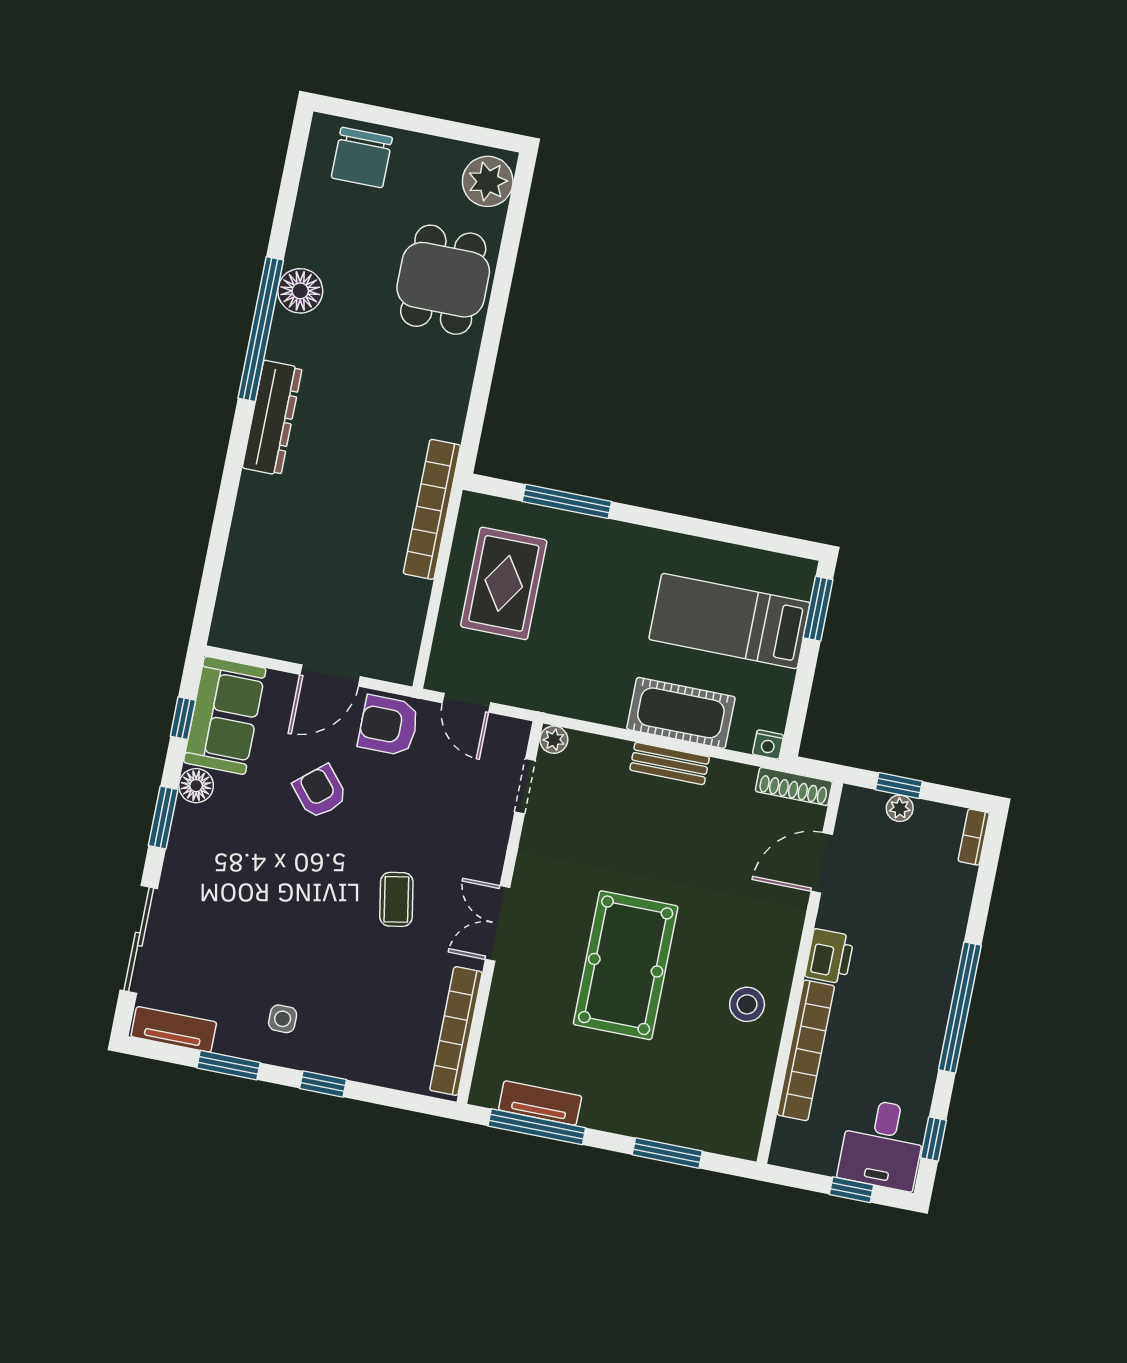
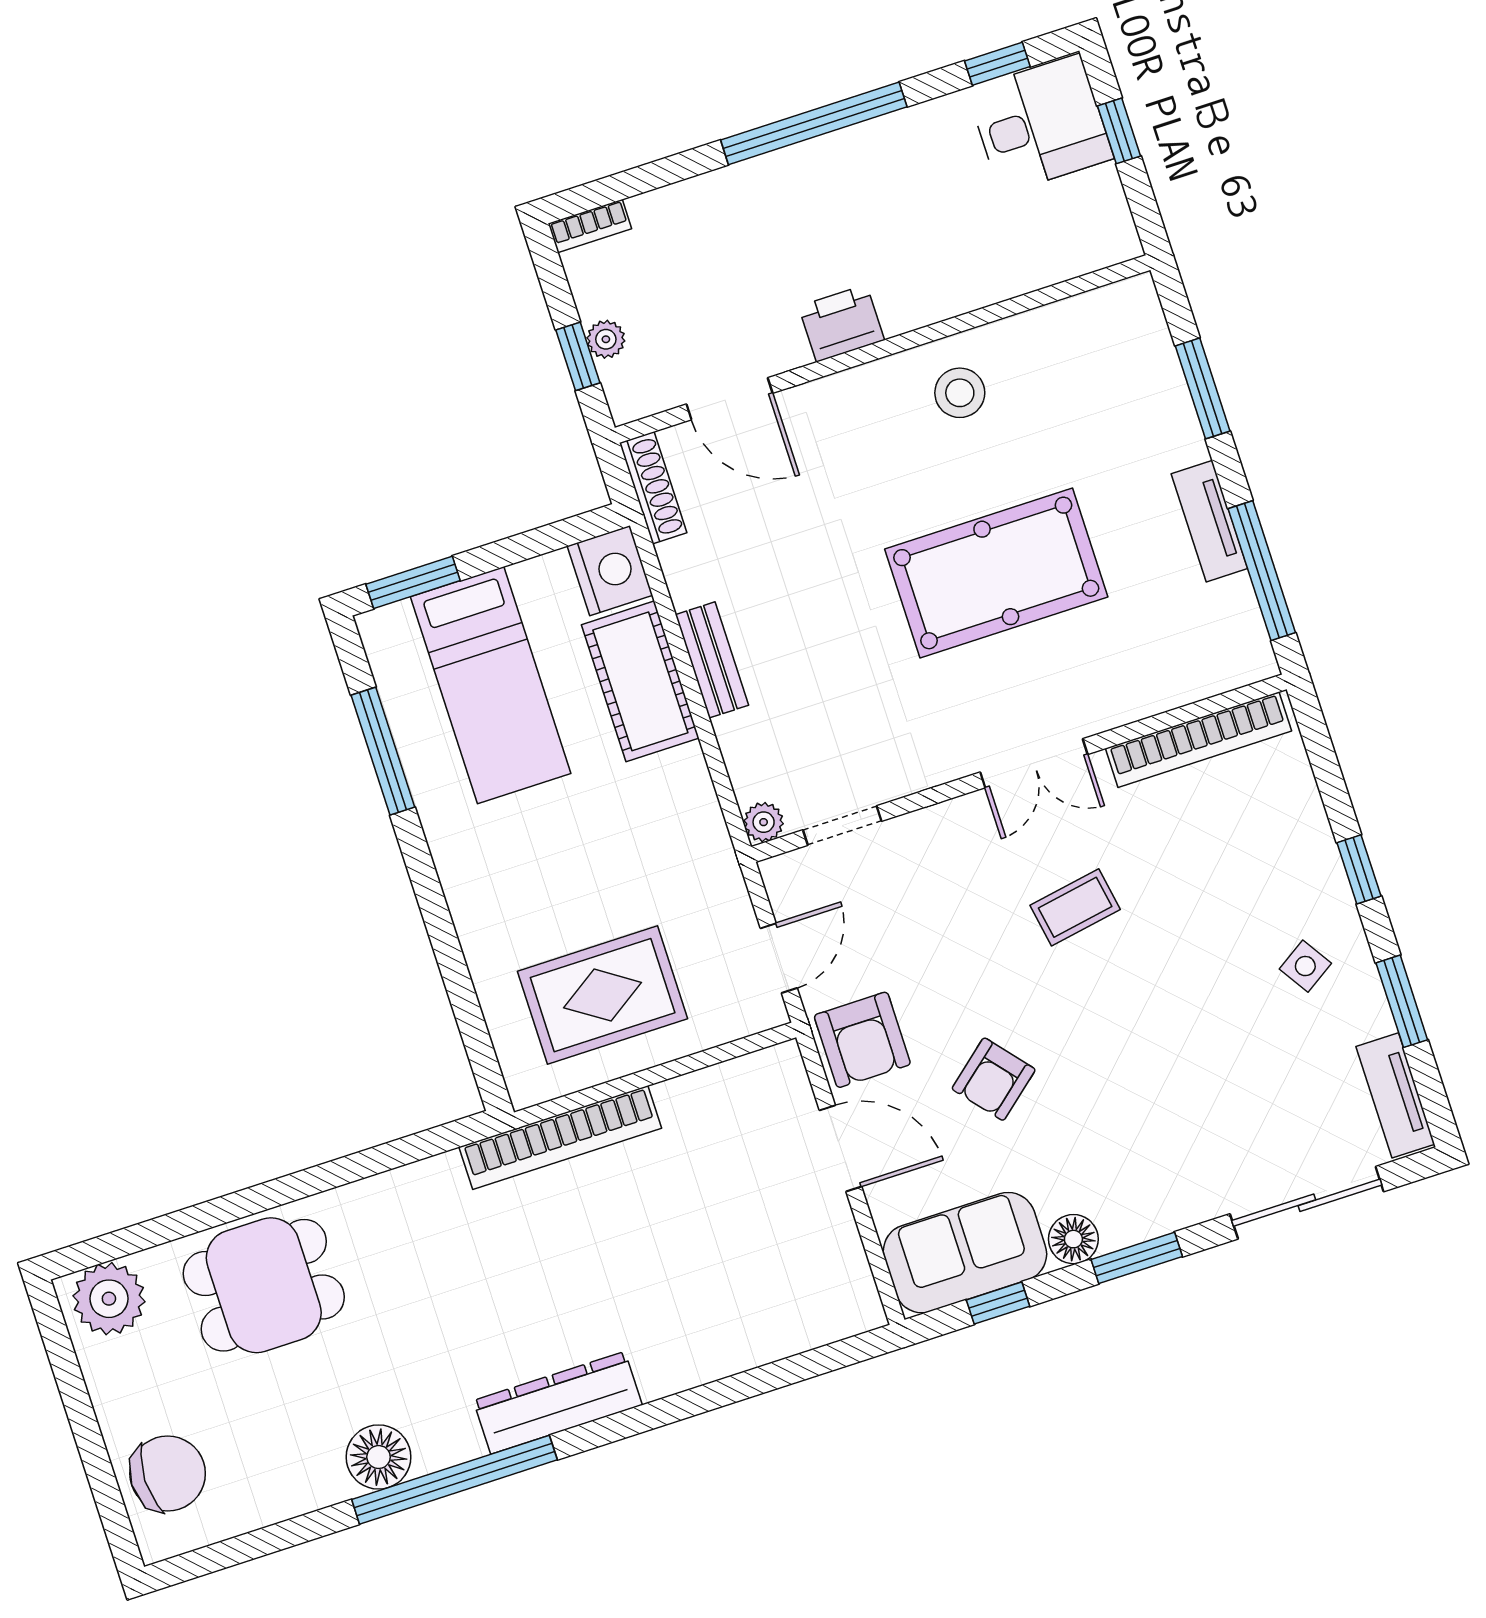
window: (567, 501) -> (383, 751), moved
nightstand: (768, 744) -> (610, 571), width x1.89, depth x1.79
side table: (283, 1019) -> (1305, 966), turned -33
bookcase: (806, 1050) -> (976, 287), removed
tv unit: (540, 1103) -> (1209, 521), moved

